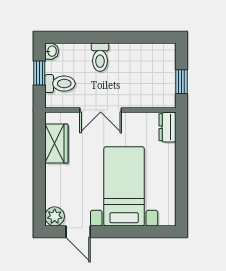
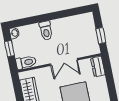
toilet: (60, 84) -> (26, 62), moved
double door: (101, 110) -> (64, 62), moved

